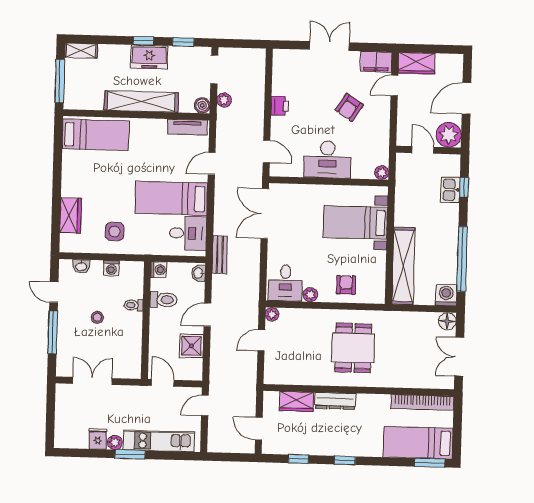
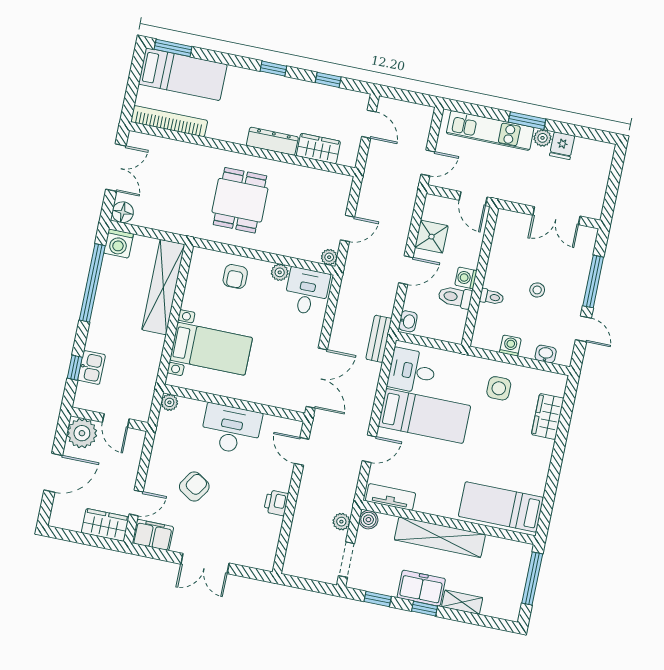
shelving: (81, 51) -> (462, 602), moved
washing machine: (159, 270) -> (466, 278), moved

